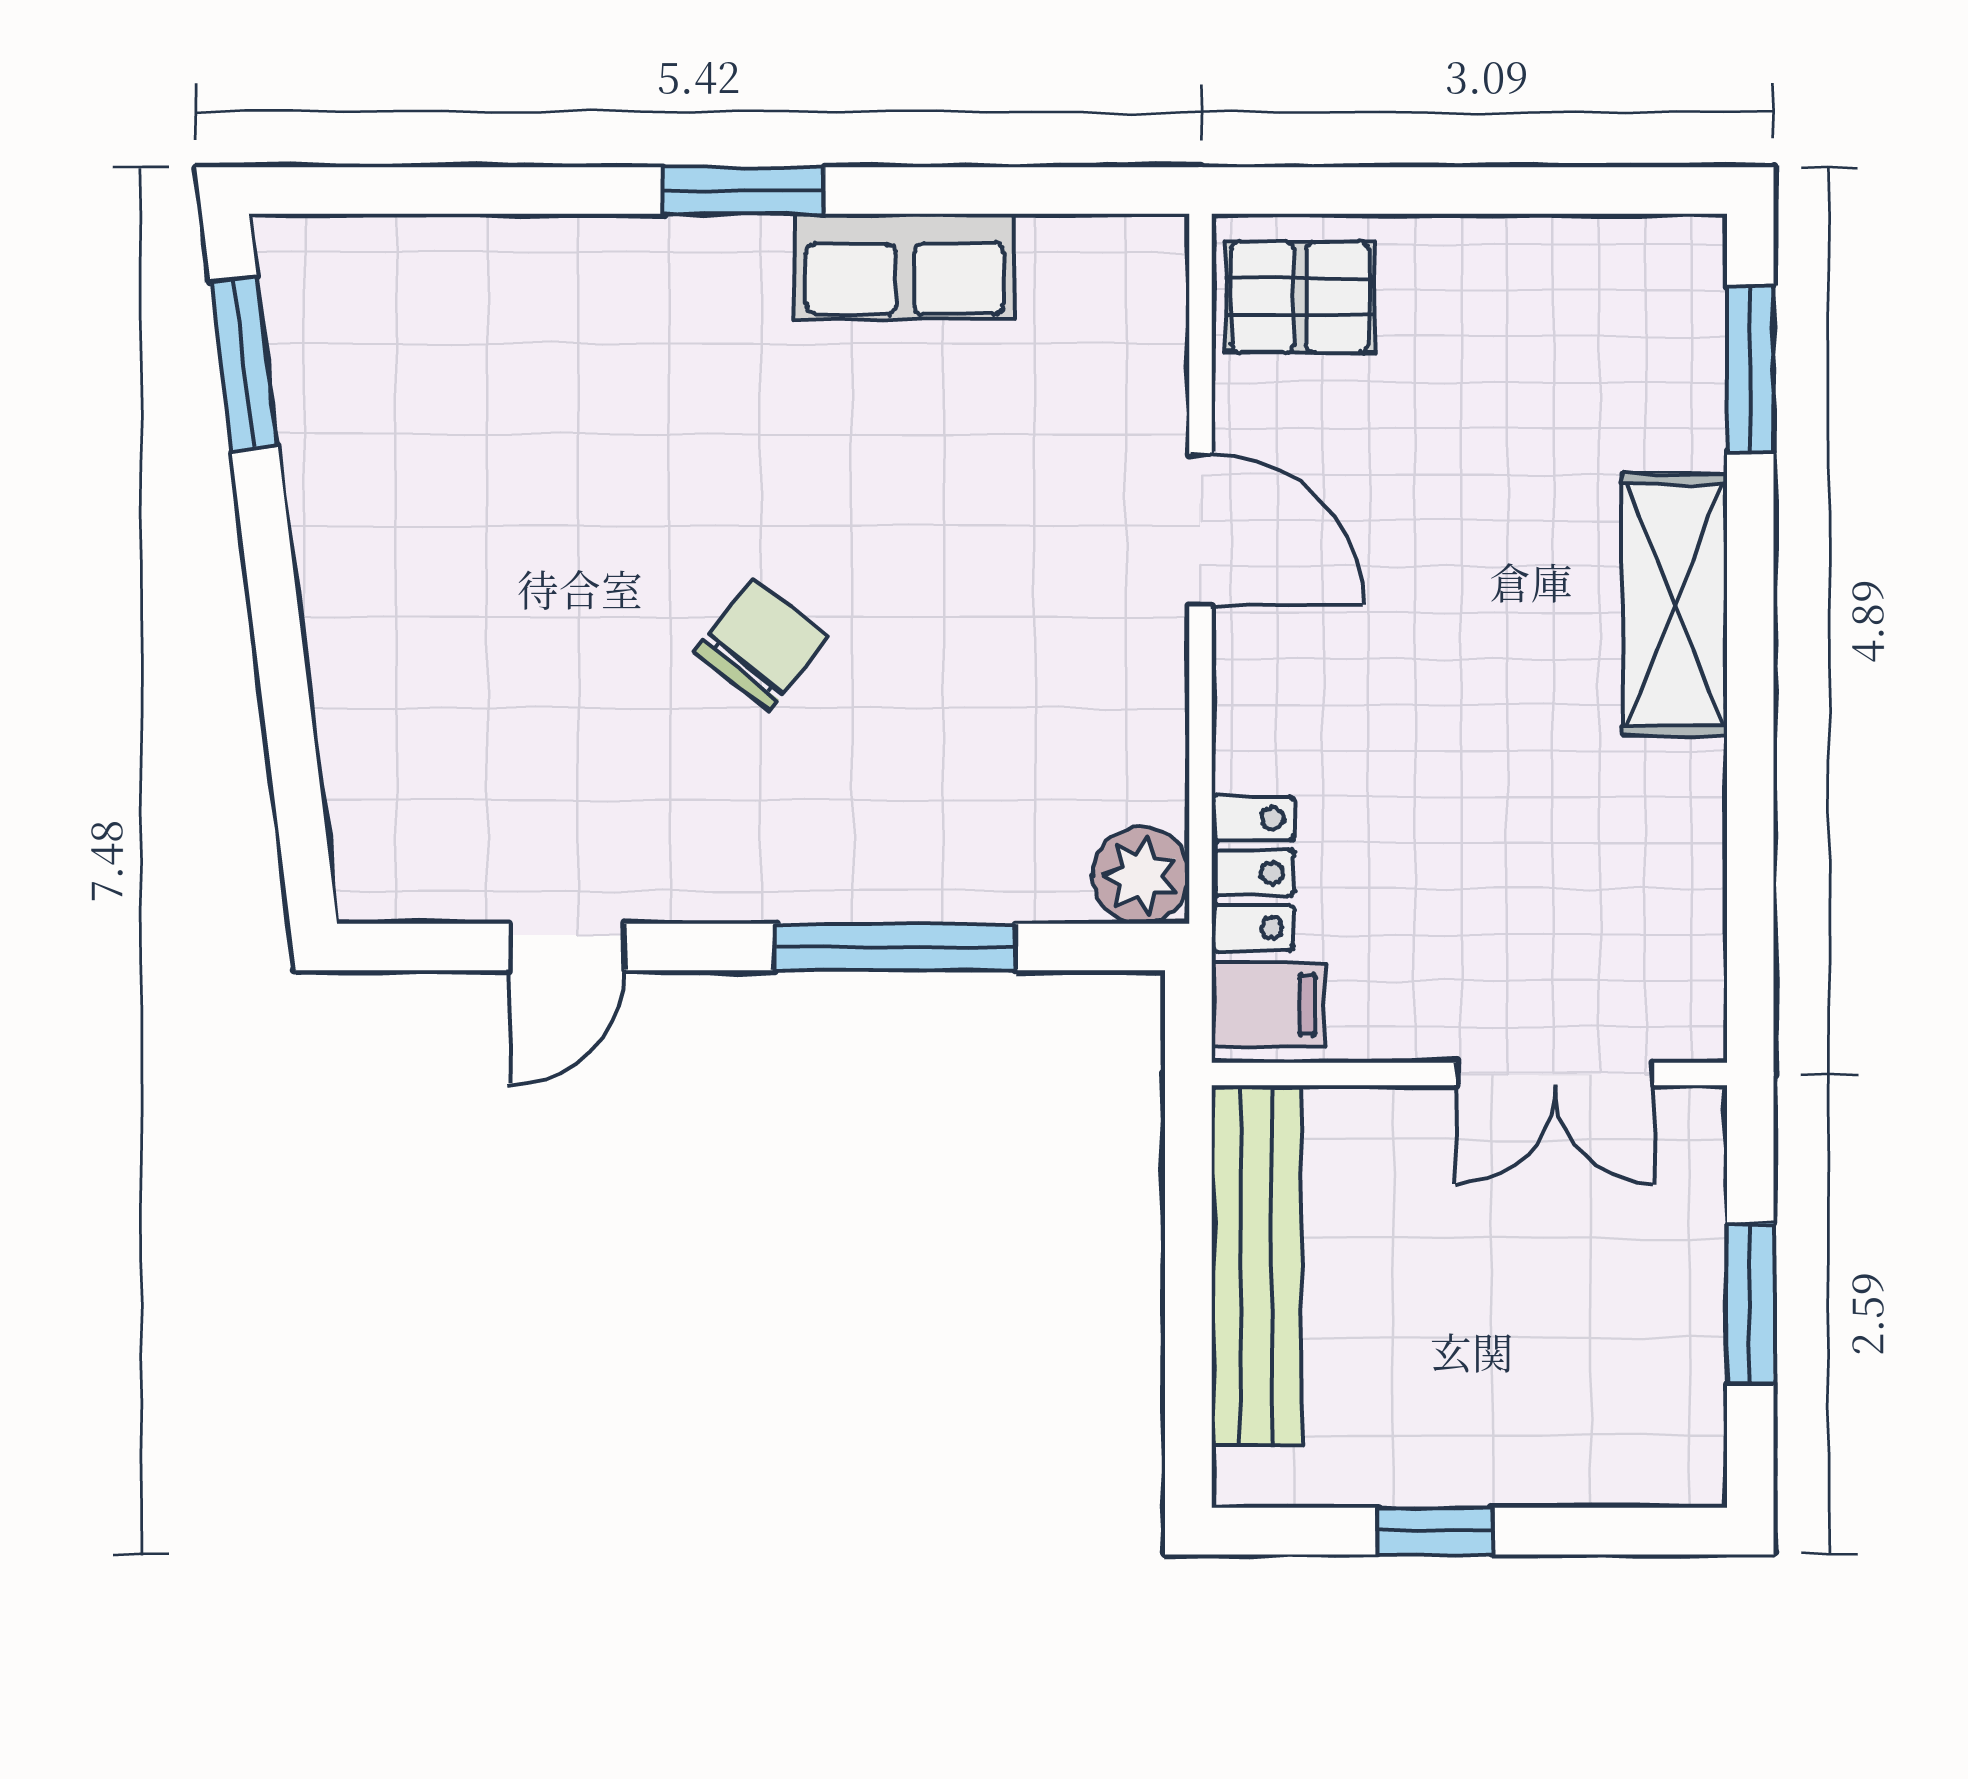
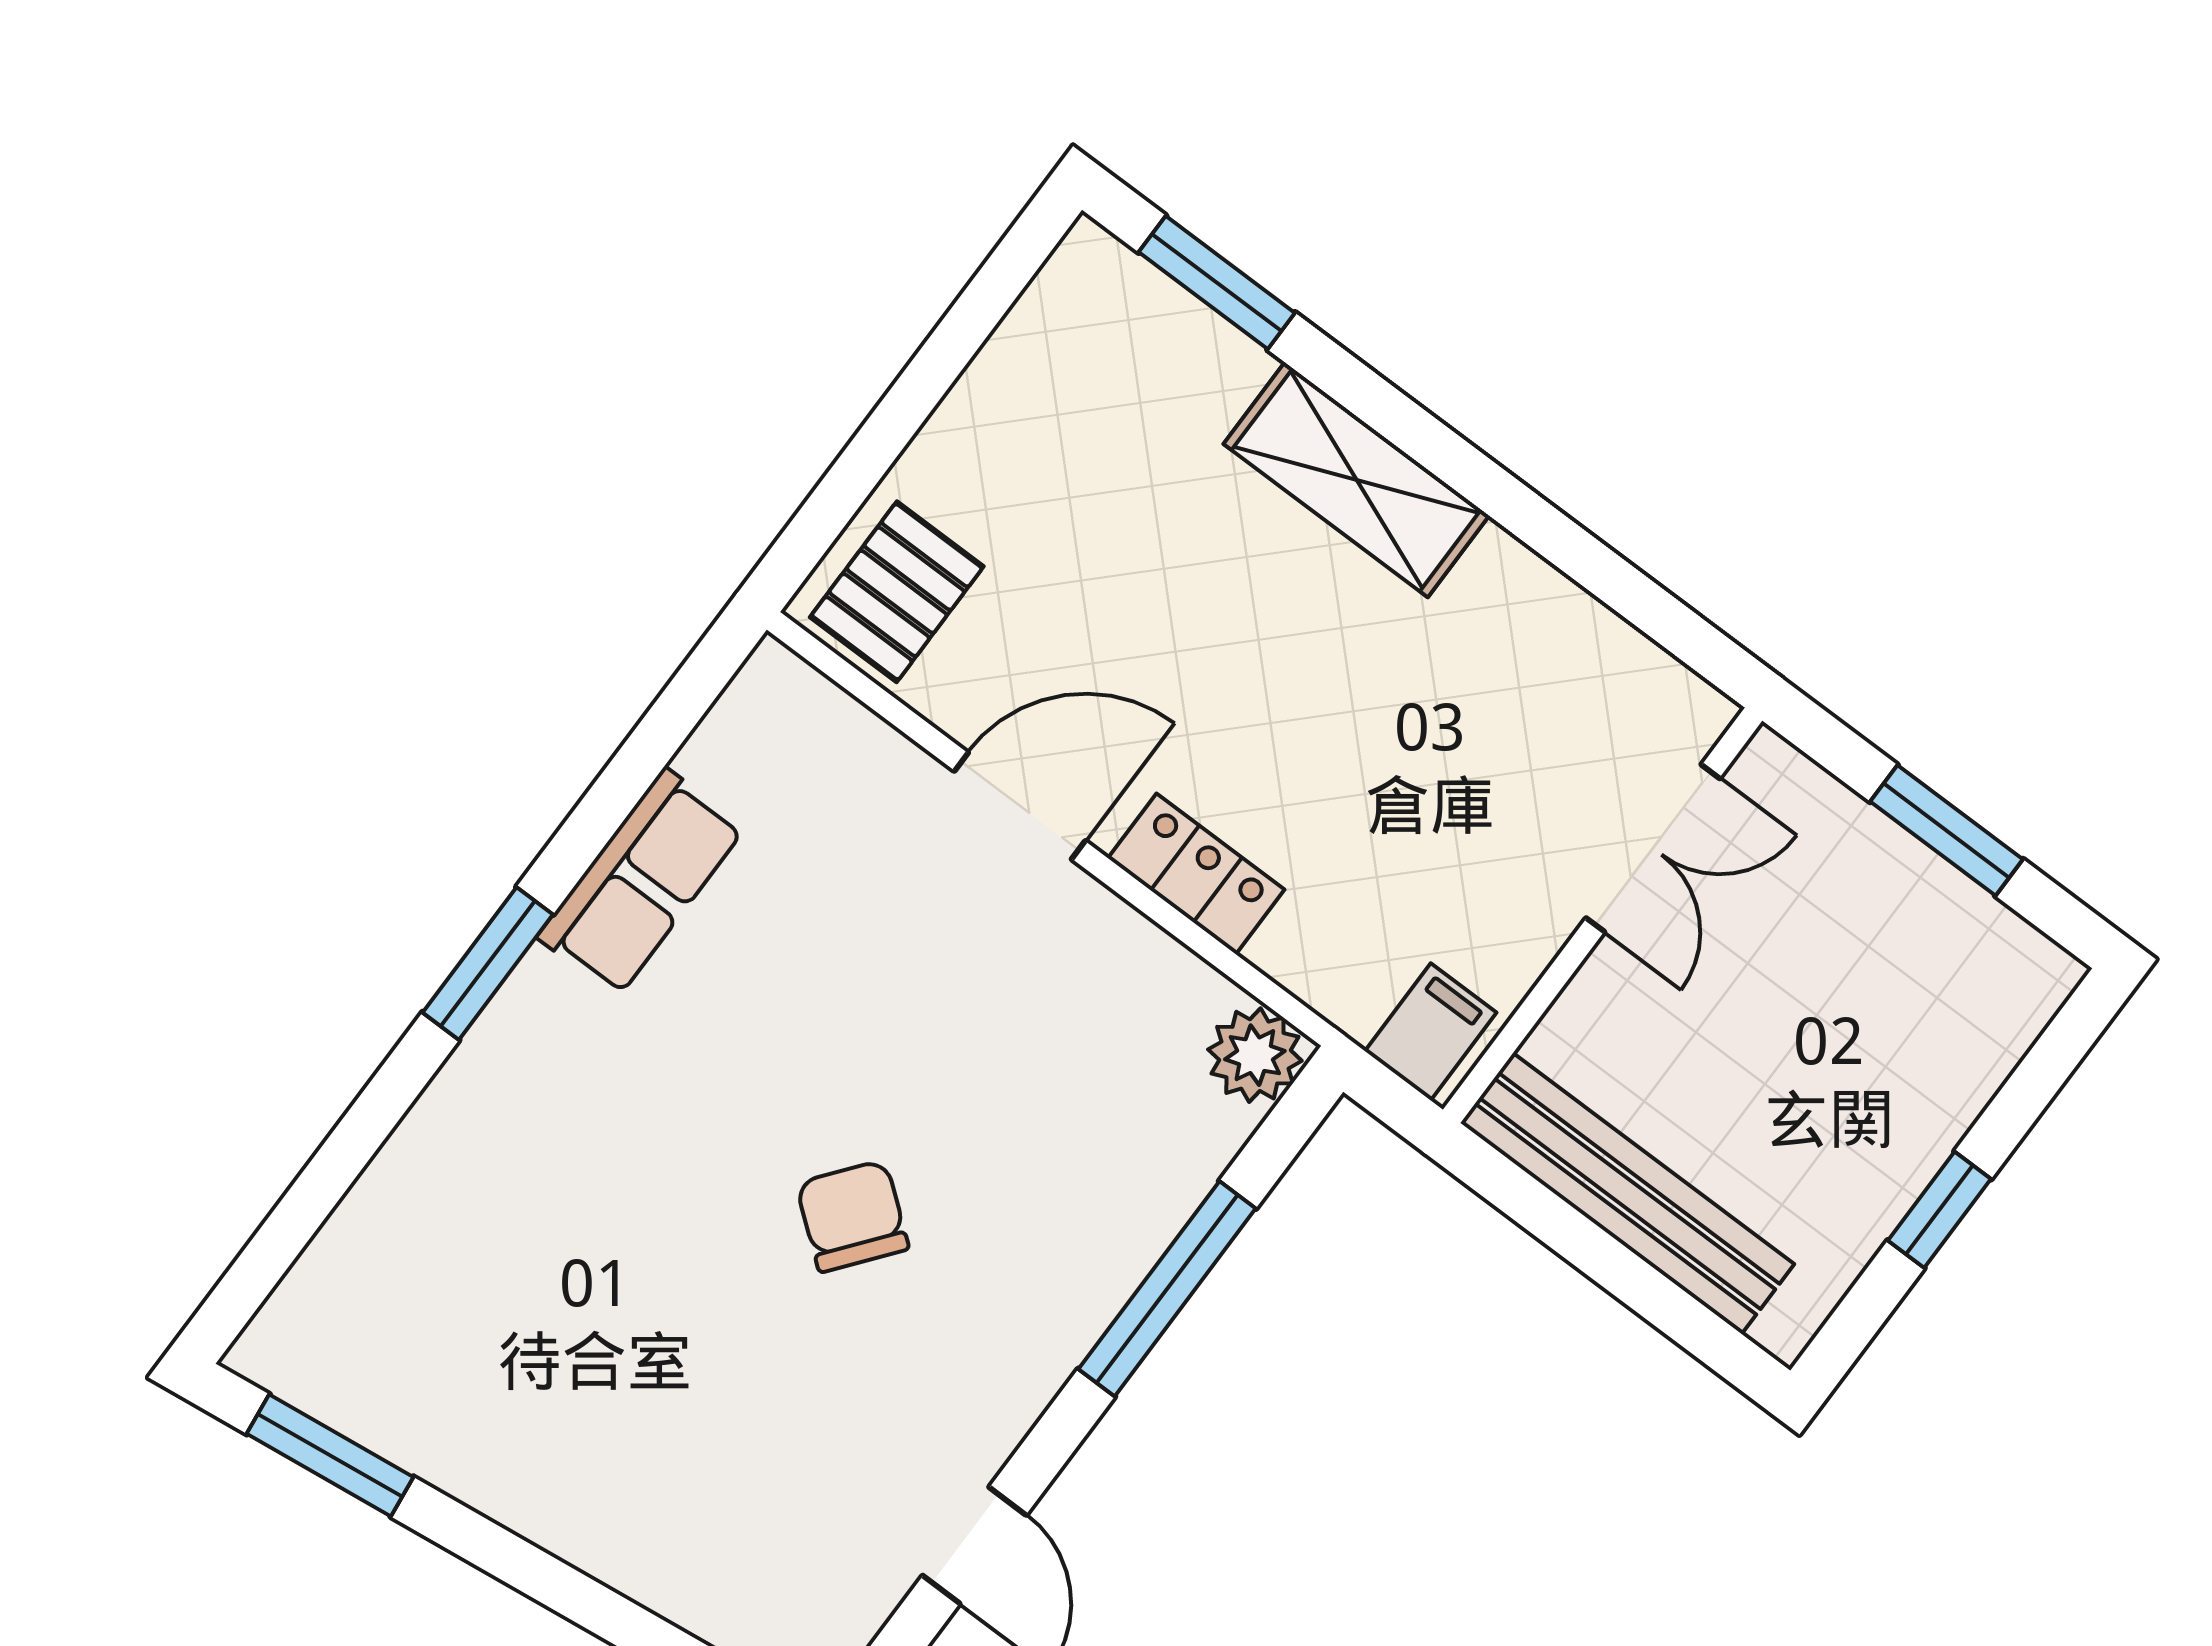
locker: (1253, 873) -> (1196, 874), moved

